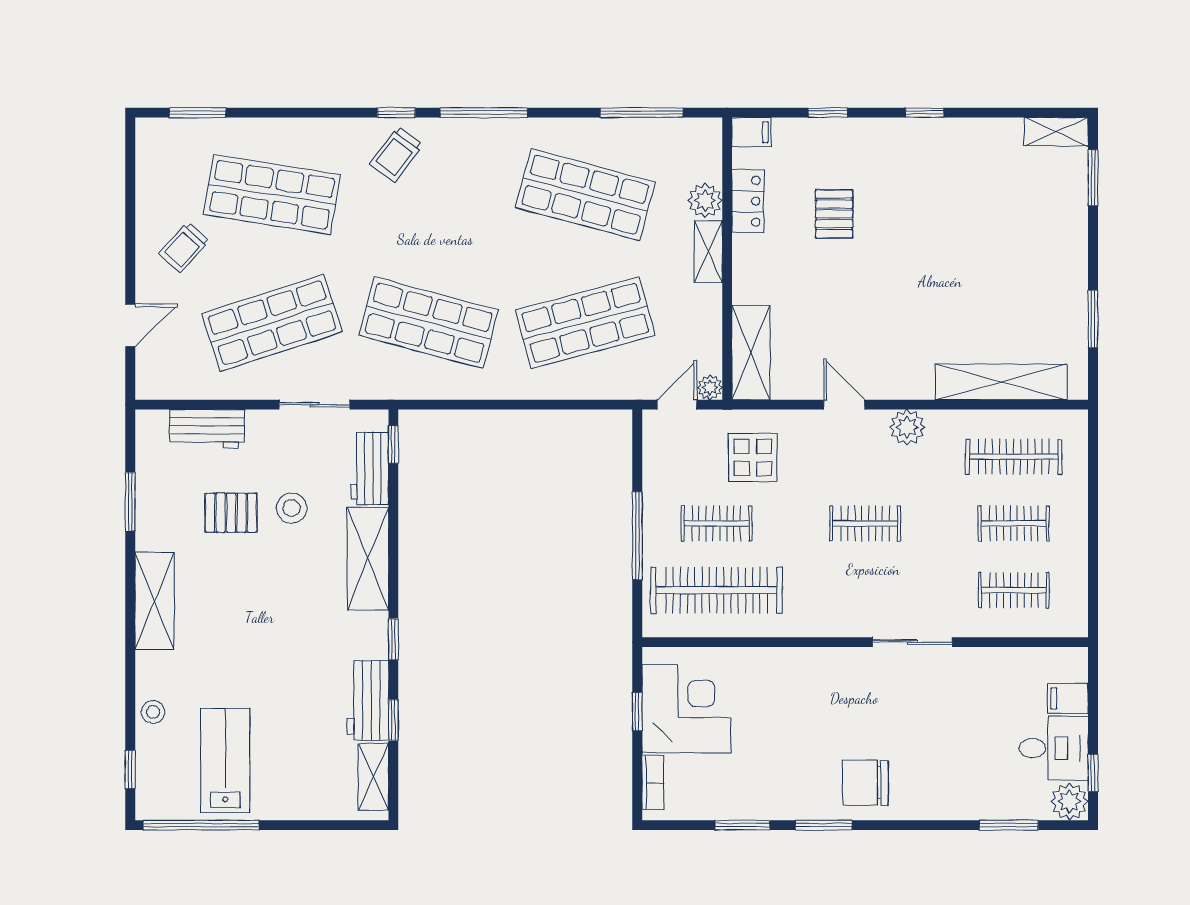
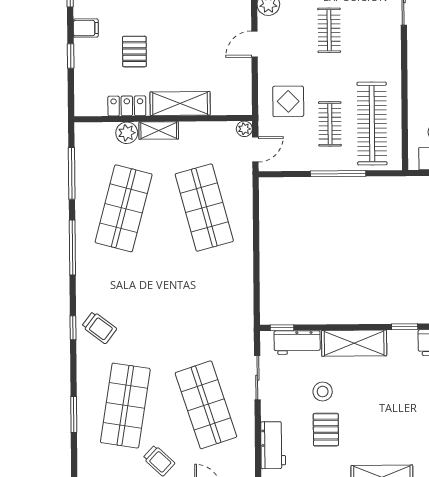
window: (198, 113) -> (74, 414), moved
window: (484, 113) -> (72, 248), moved
filing cabinet: (752, 132) -> (86, 28), moved, turned 90
pallet: (834, 214) -> (134, 52), turned 90
shop shelf: (429, 323) -> (205, 306), removed
shelving: (751, 352) -> (180, 104), moved
door: (677, 405) -> (255, 149), swing flipped

